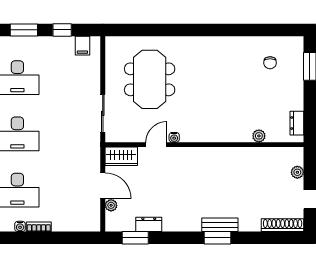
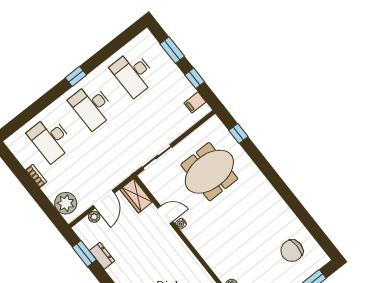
window: (137, 30) -> (238, 133), added
chair: (270, 63) -> (292, 251), width x1.87, depth x1.87
plant: (81, 220) -> (66, 203), added
water cooler: (20, 226) -> (25, 162), removed

